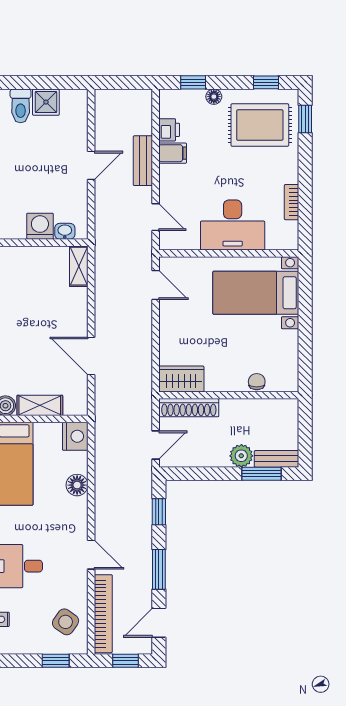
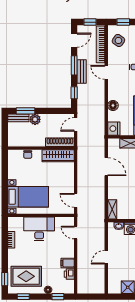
bench: (143, 161) -> (82, 72), moved
wardrobe: (181, 379) -> (58, 156), width x1.50

